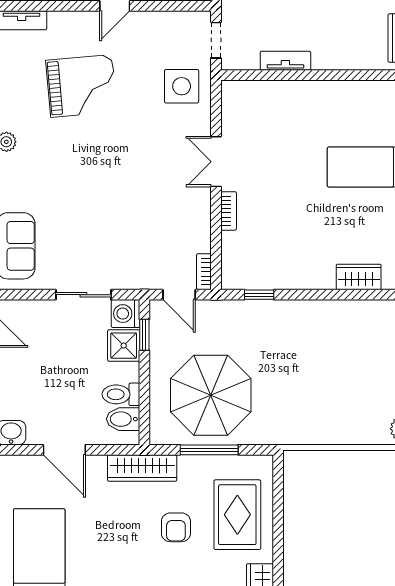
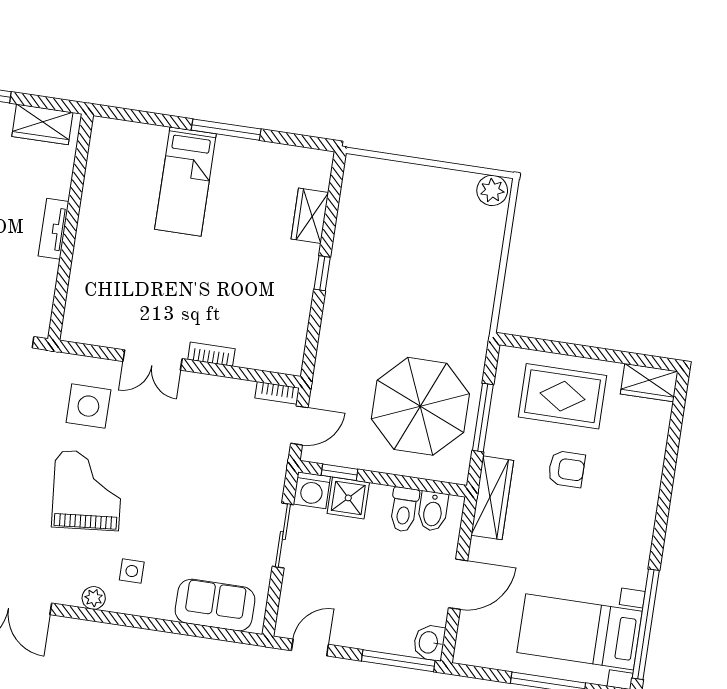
tv unit: (285, 61) -> (53, 229), moved
grand piano: (81, 86) -> (87, 490), moved
side table: (182, 86) -> (88, 406), moved
side table: (34, 171) -> (132, 571), added
window: (259, 295) -> (322, 273), moved

